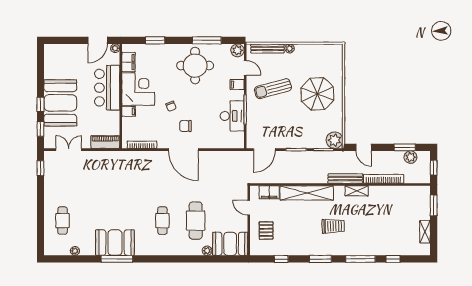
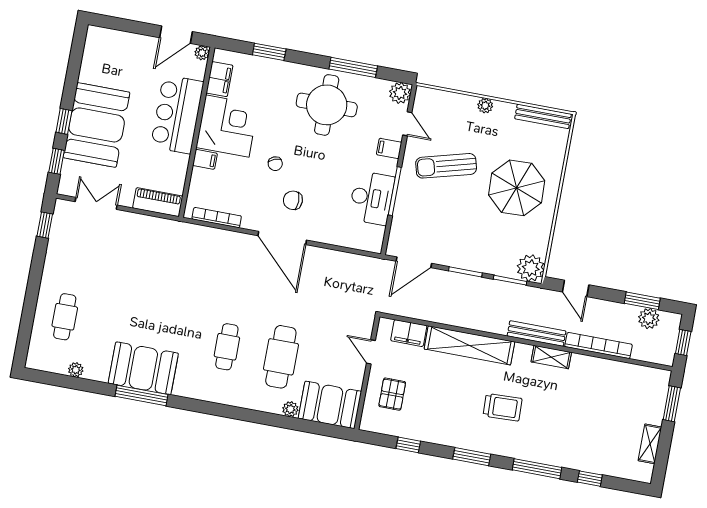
bench: (267, 48) -> (543, 116), moved

